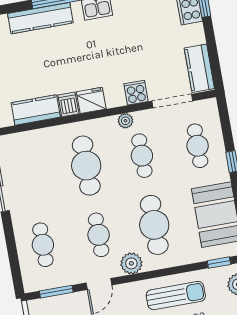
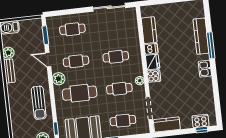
cooker: (136, 93) -> (154, 76), moved
cafe table: (86, 166) -> (116, 57), width x0.73, depth x0.74

